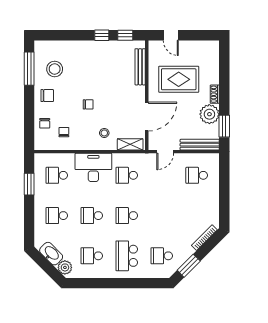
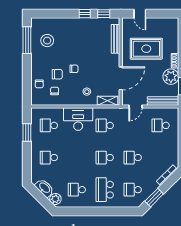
chair: (47, 96) -> (57, 74), moved
school desk: (92, 216) -> (133, 158), moved

